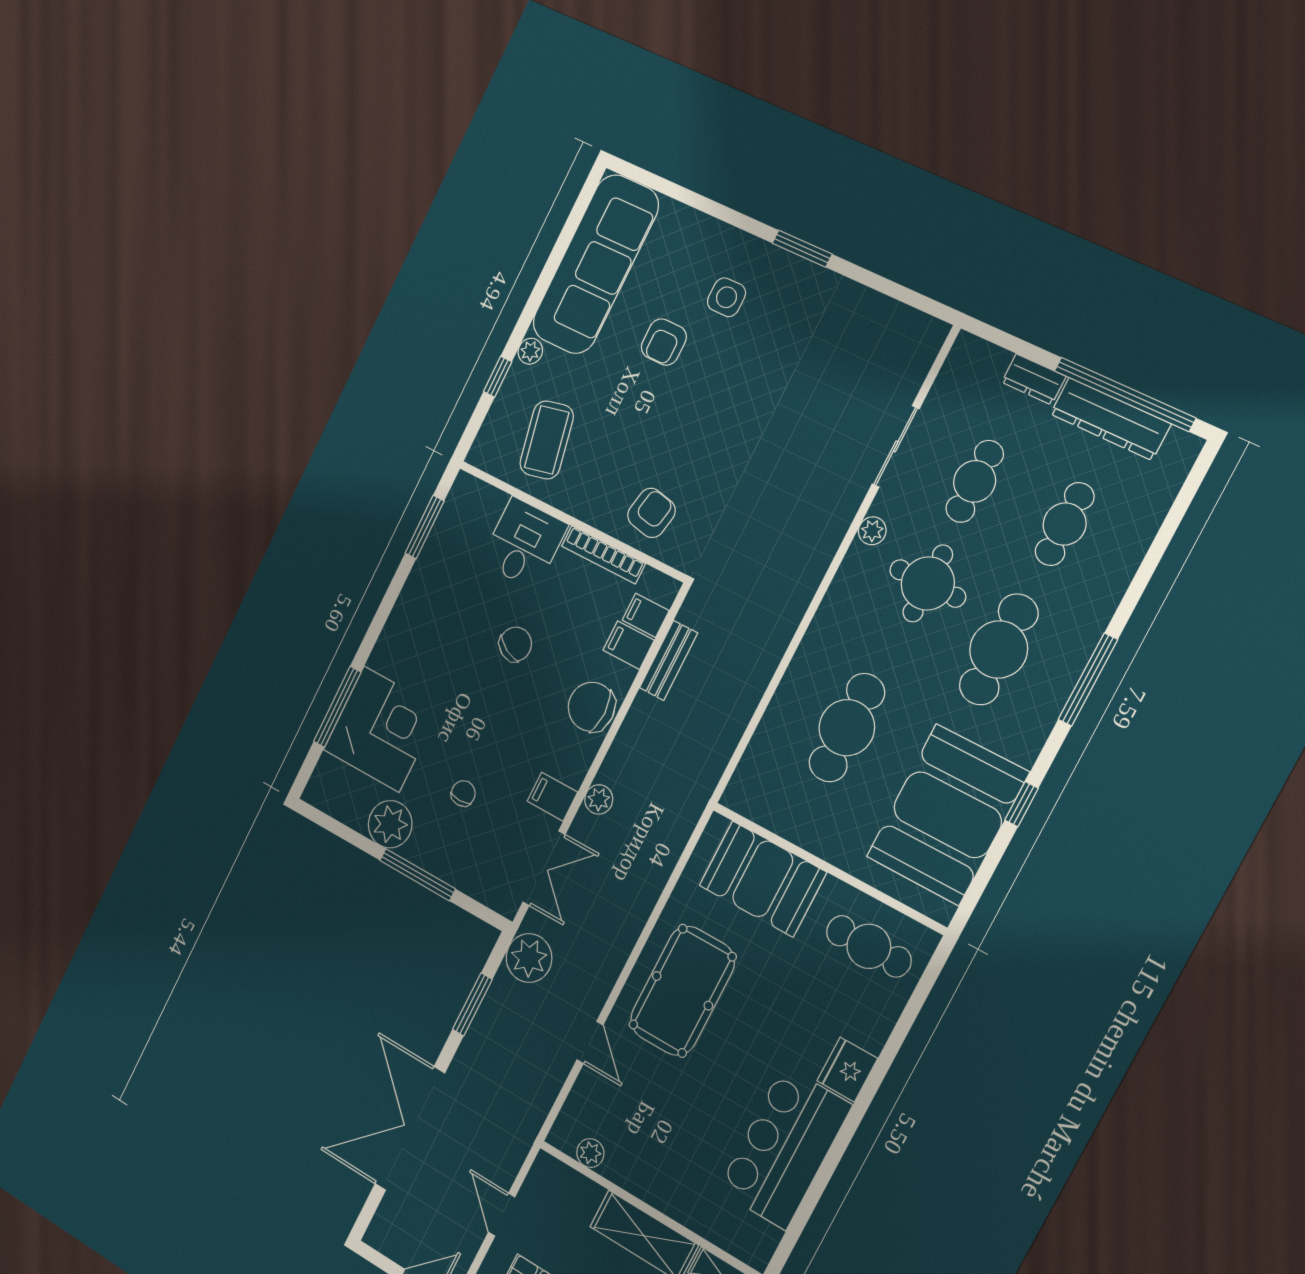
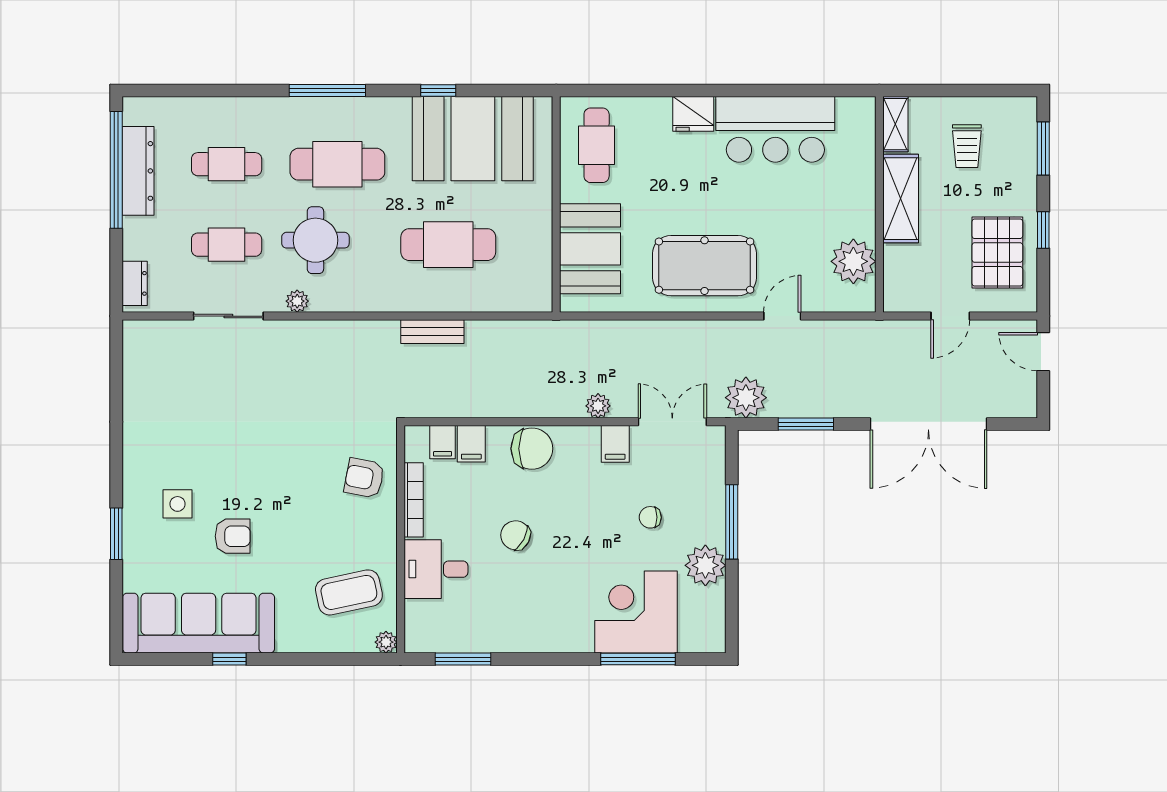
window: (802, 249) -> (116, 534), moved
plant: (530, 351) -> (386, 642), moved
window: (498, 377) -> (229, 659), moved
dresser: (1034, 379) -> (135, 283), moved
bench: (669, 660) -> (432, 332), moved
chair: (591, 707) -> (532, 449), turned -90
plant: (590, 1153) -> (853, 261), width x1.87, depth x1.87

